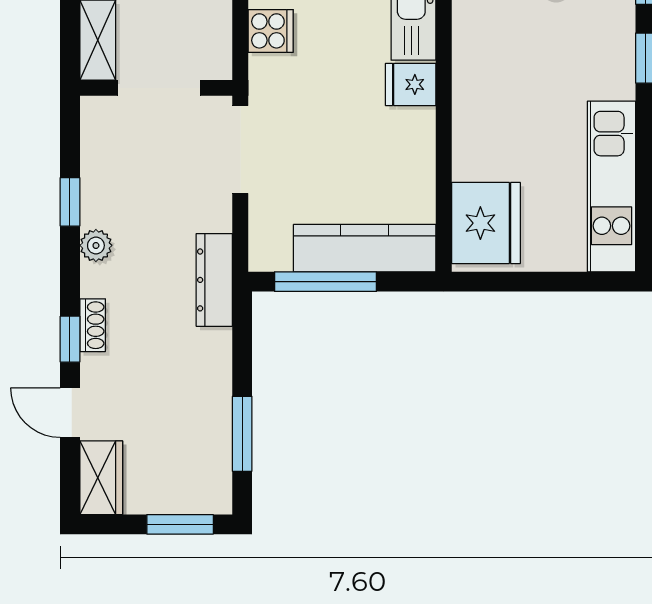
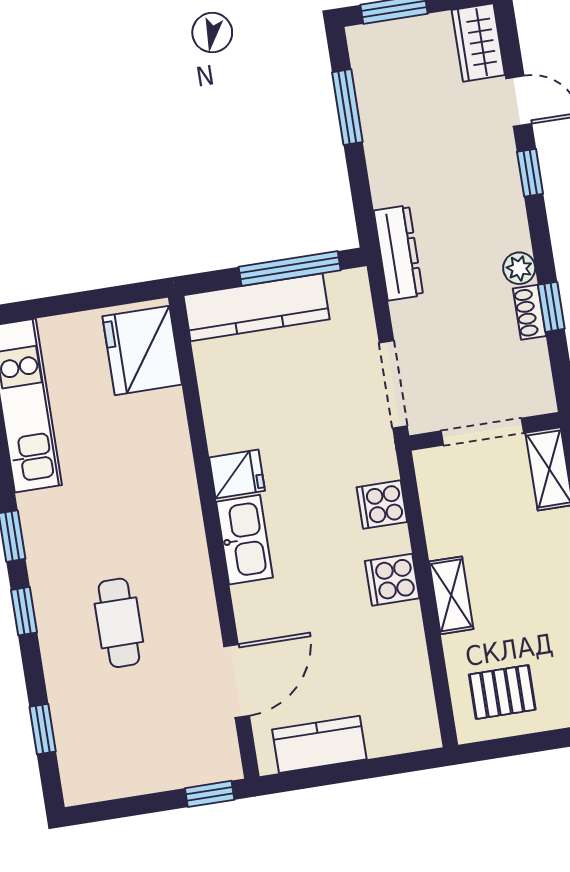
shoe rack: (93, 325) -> (530, 312), moved

